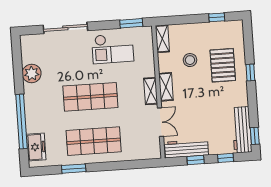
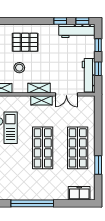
plant: (32, 73) -> (21, 193), removed
window: (250, 73) -> (60, 21), moved
window: (22, 122) -> (32, 203), moved
double door: (160, 122) -> (66, 94), swing flipped

